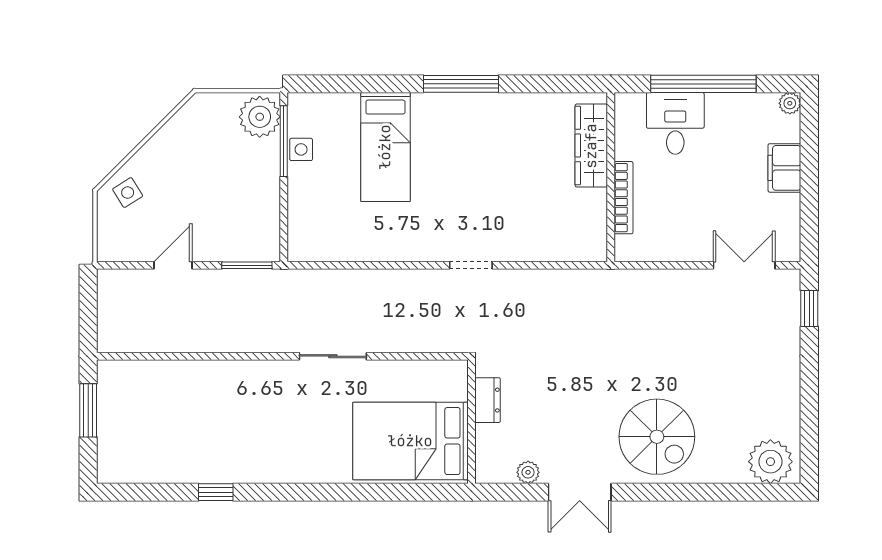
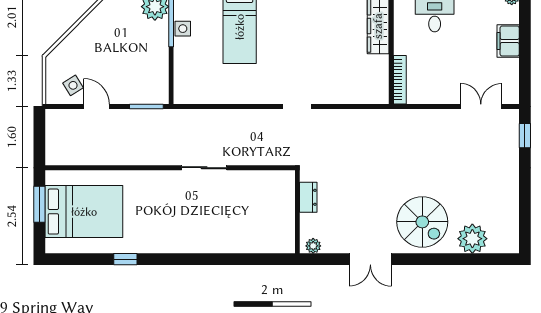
side table: (128, 193) -> (73, 85), moved
bookcase: (623, 198) -> (400, 80), moved
door: (173, 265) -> (97, 107), hinge flipped
bed: (410, 441) -> (84, 212), moved, turned 180
plant: (770, 462) -> (472, 239), moved
plant: (528, 472) -> (313, 246), moved

